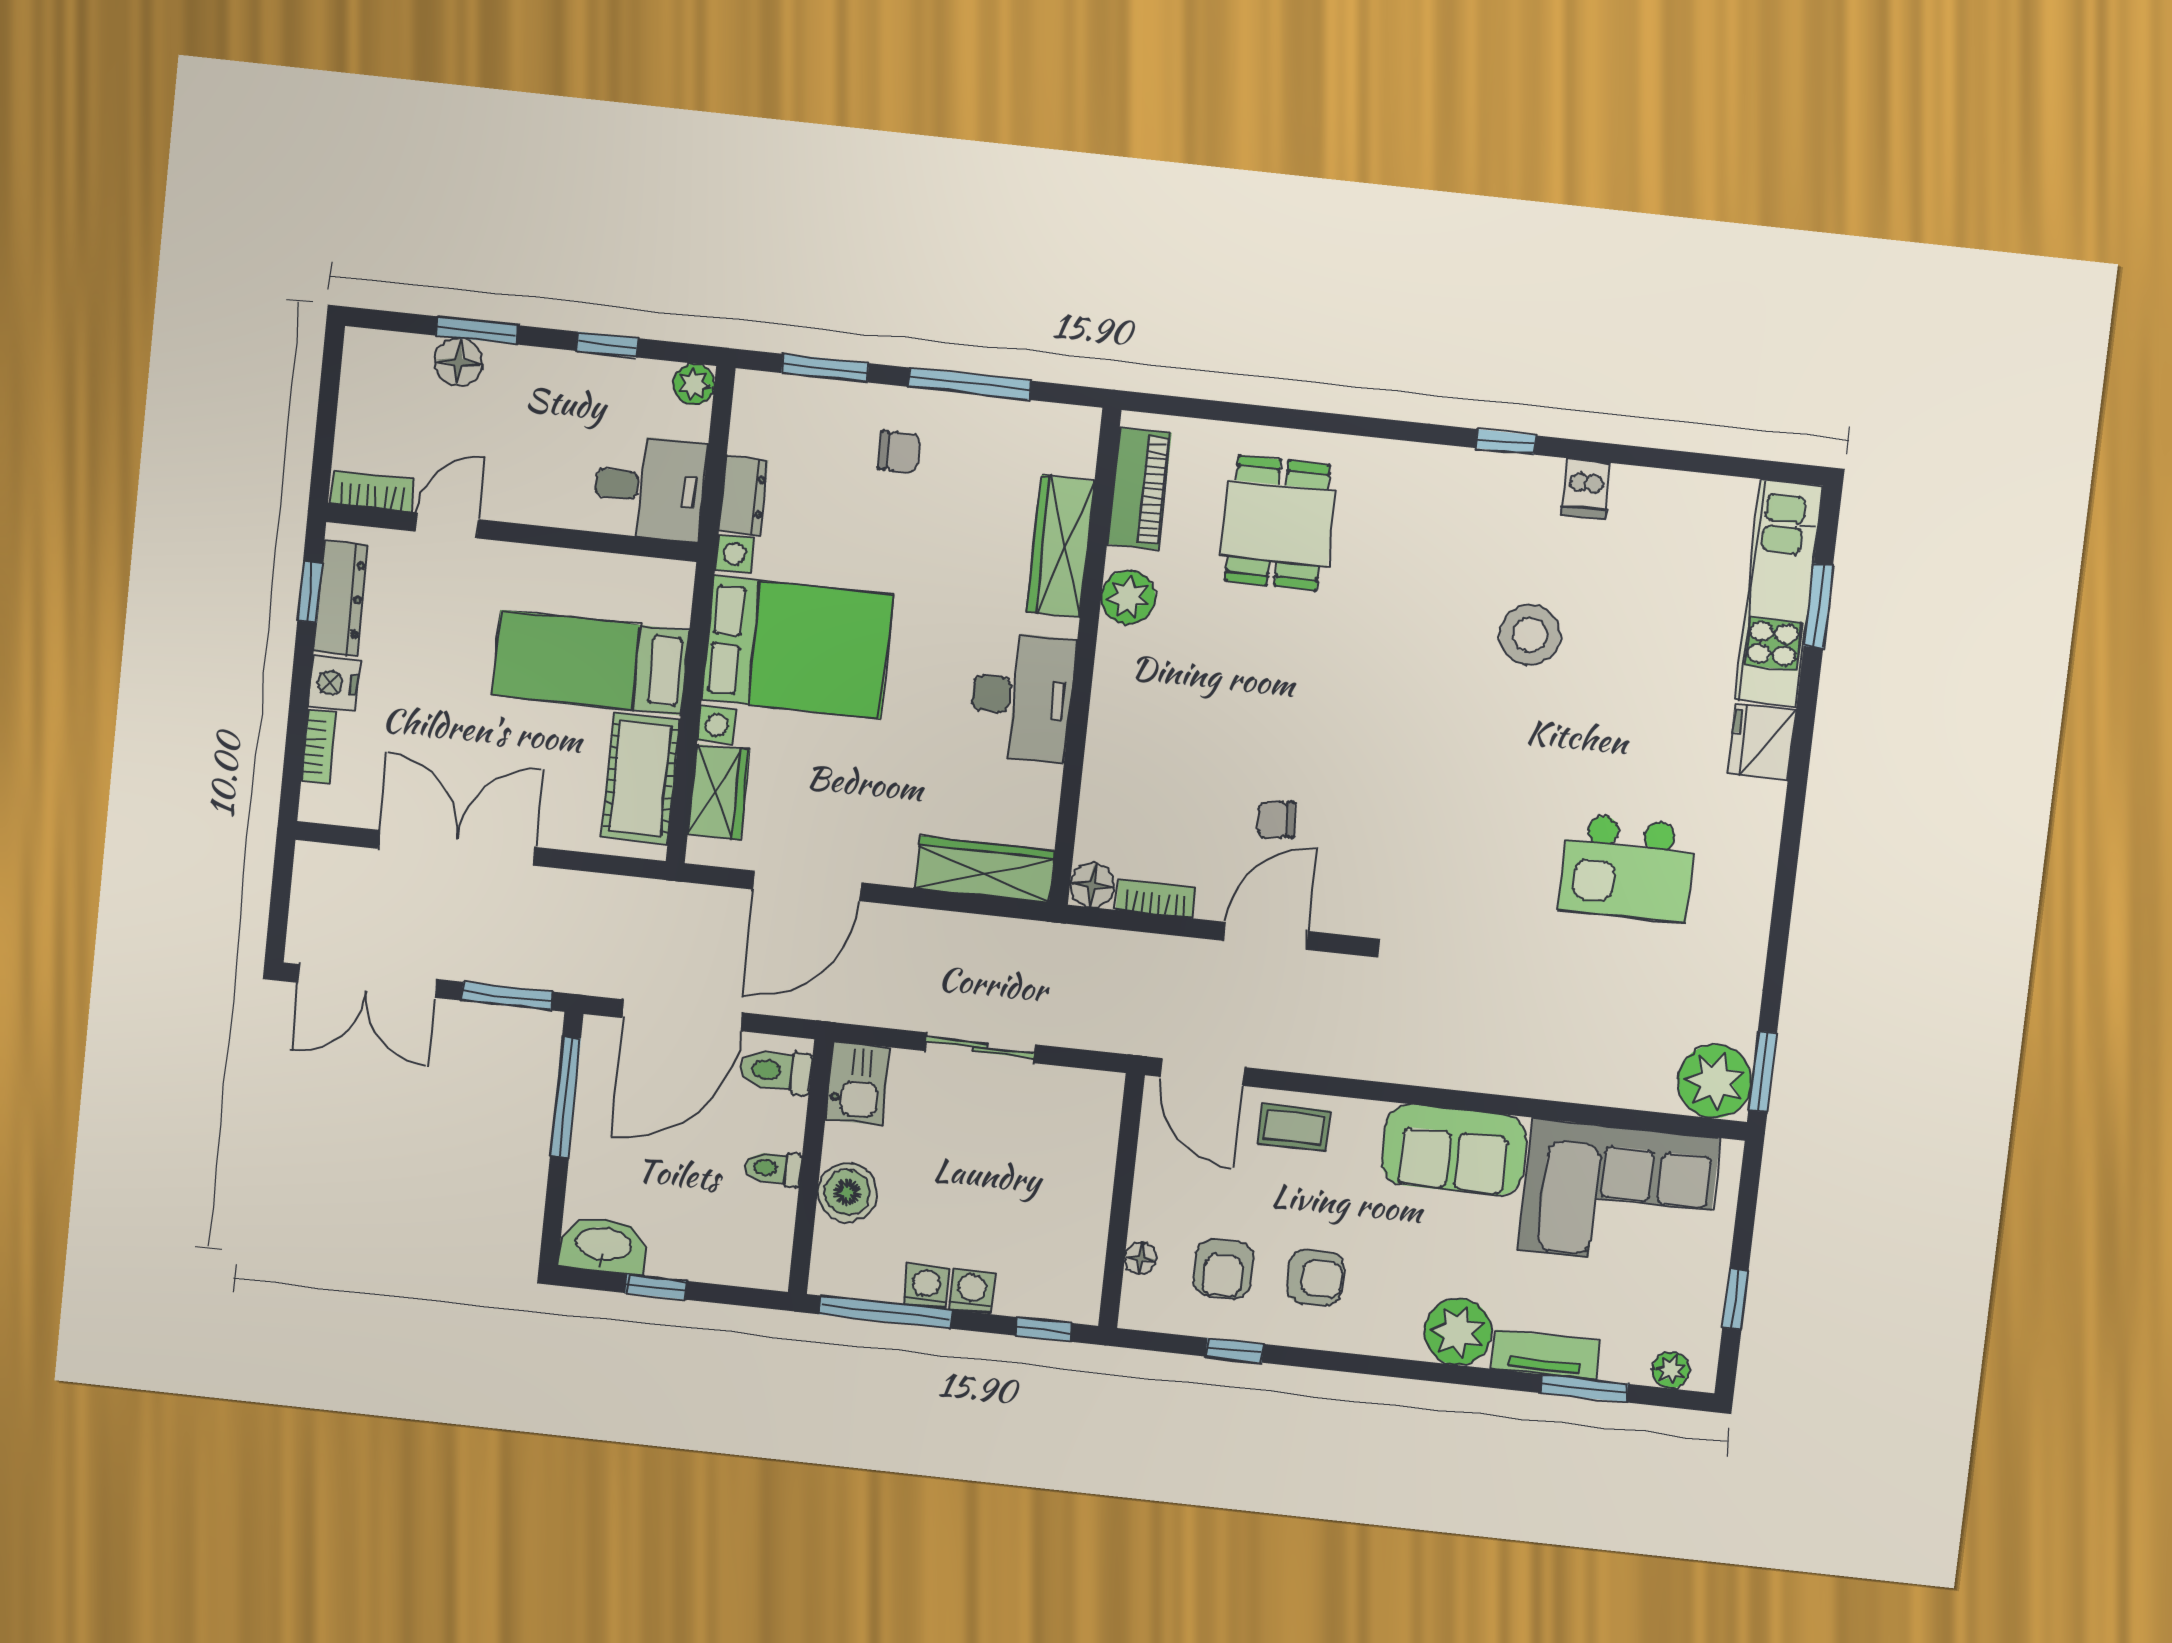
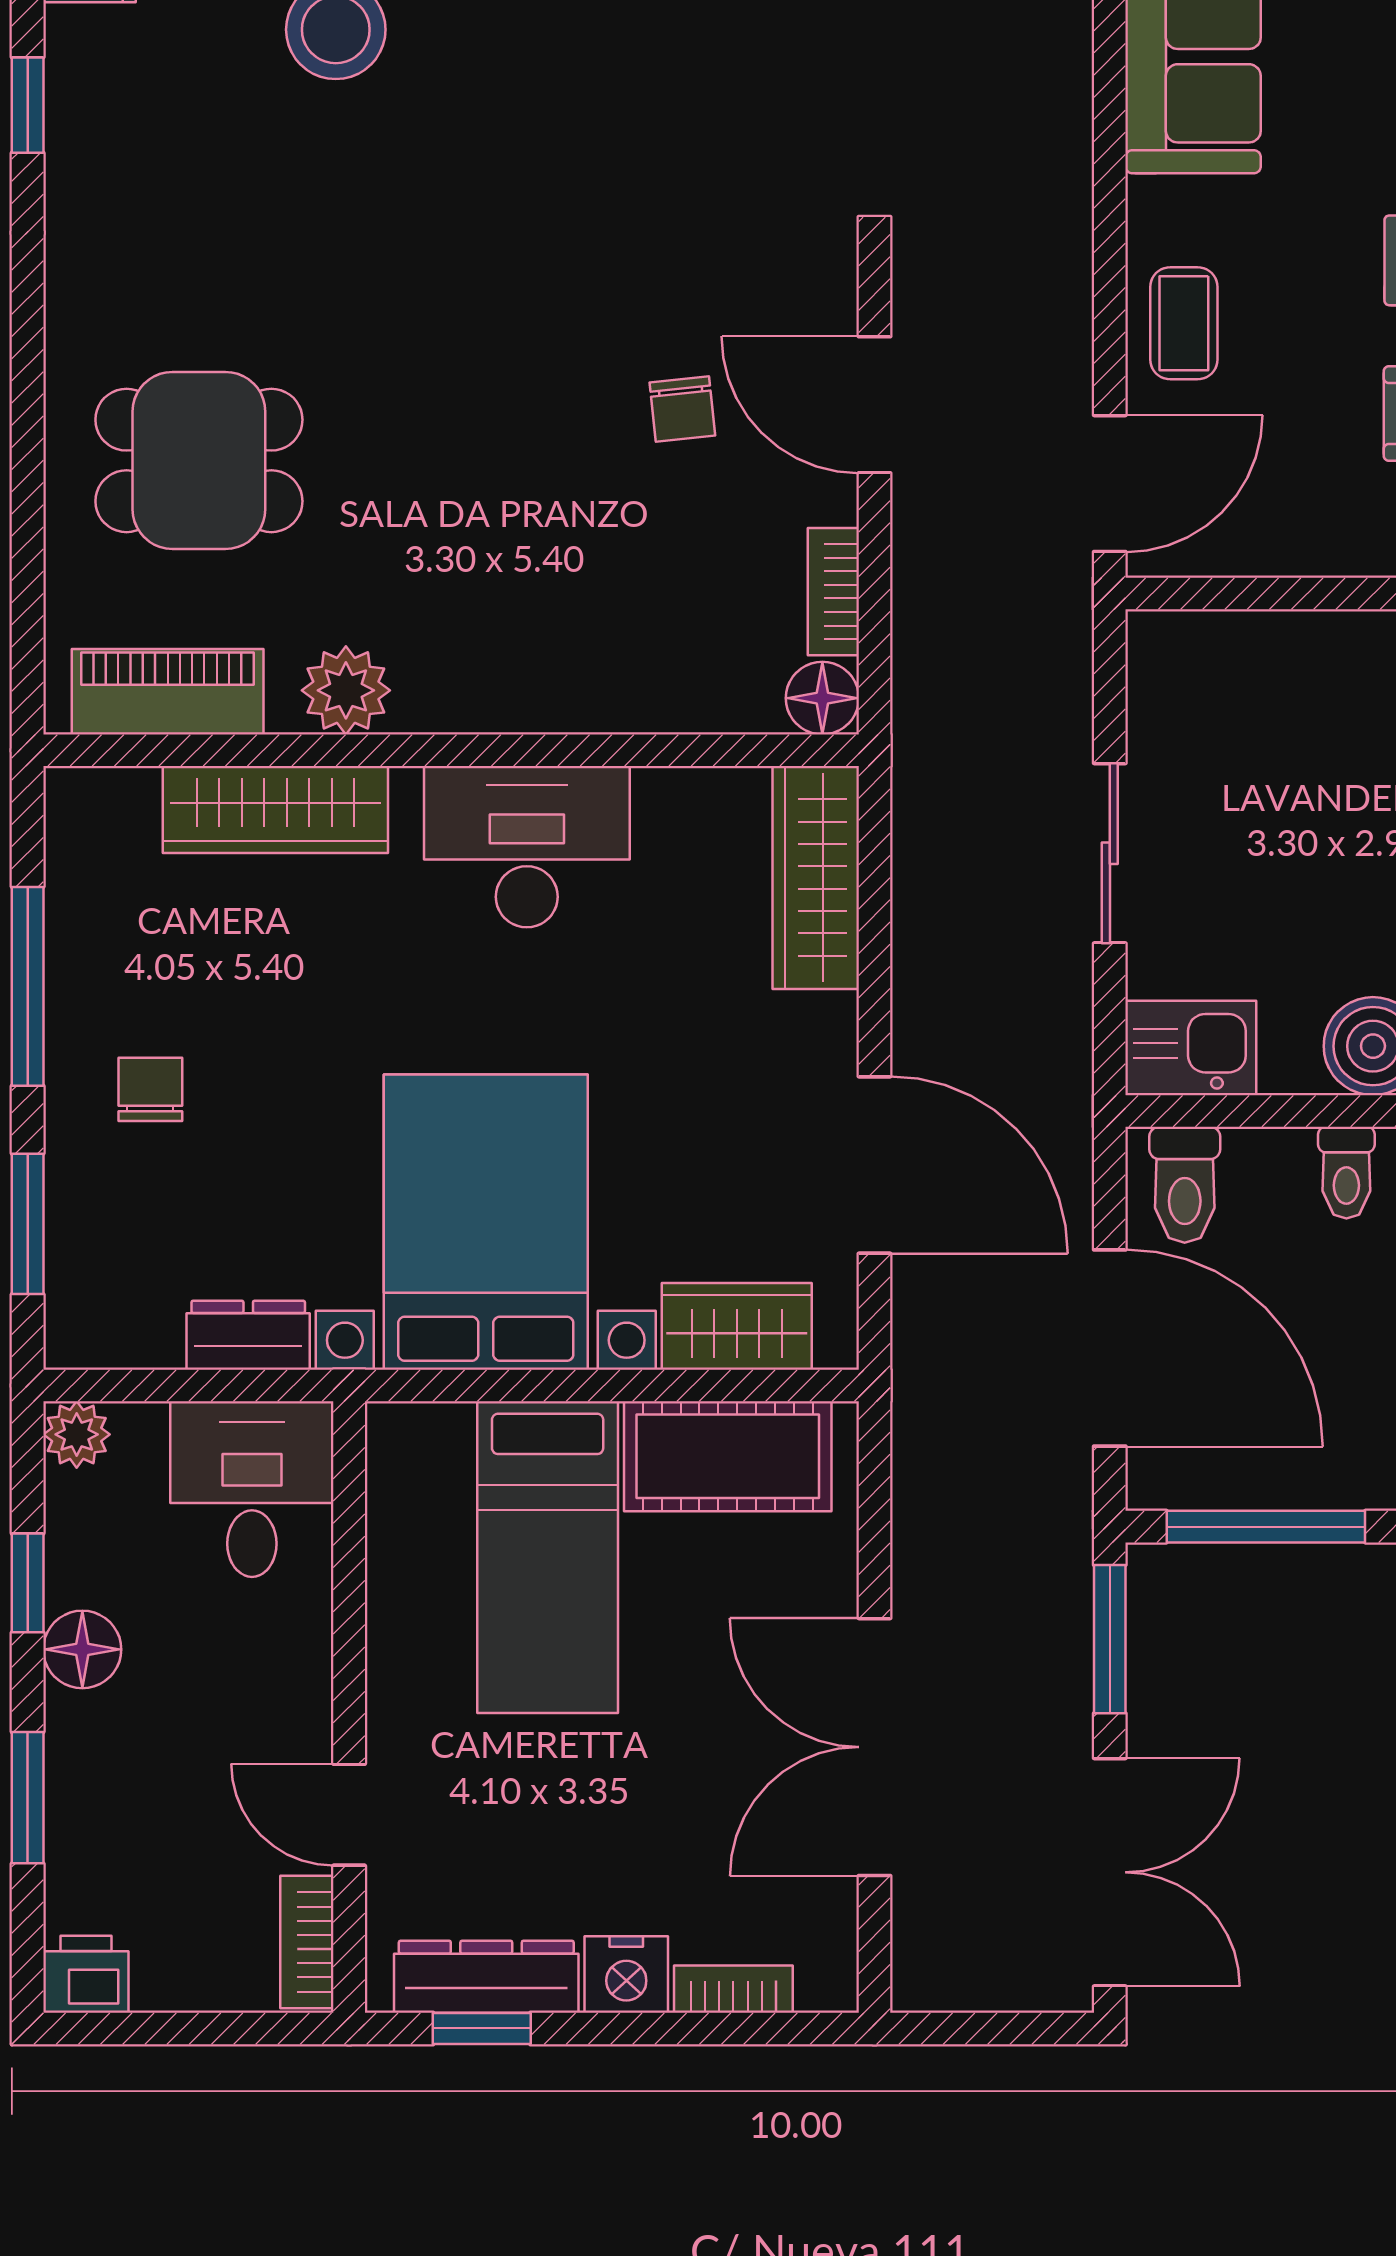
printer: (366, 354) -> (86, 1974), added
floor lamp: (458, 362) -> (82, 1649), moved

